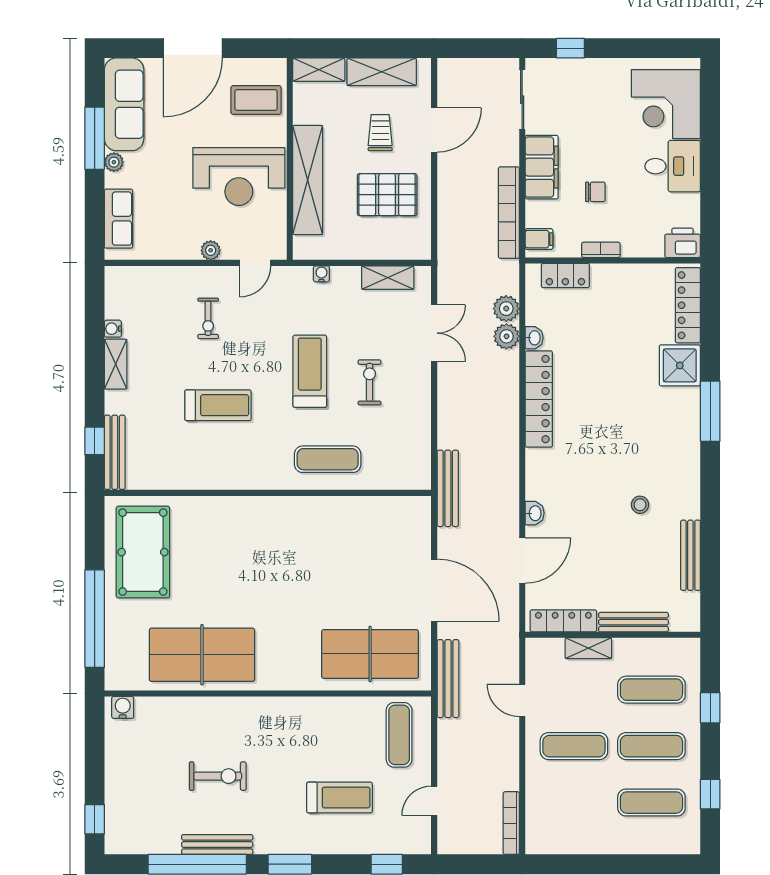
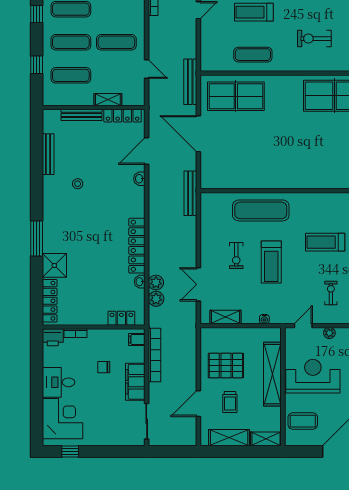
window: (570, 48) -> (70, 451), moved
bookcase: (601, 250) -> (75, 333), moved
exercise mat: (328, 459) -> (261, 210), width x1.36, depth x1.45
exercise mat: (399, 735) -> (253, 55), moved, turned 90
exercise bike: (218, 776) -> (314, 39), moved

